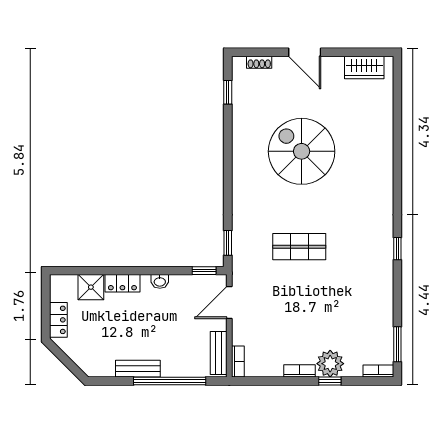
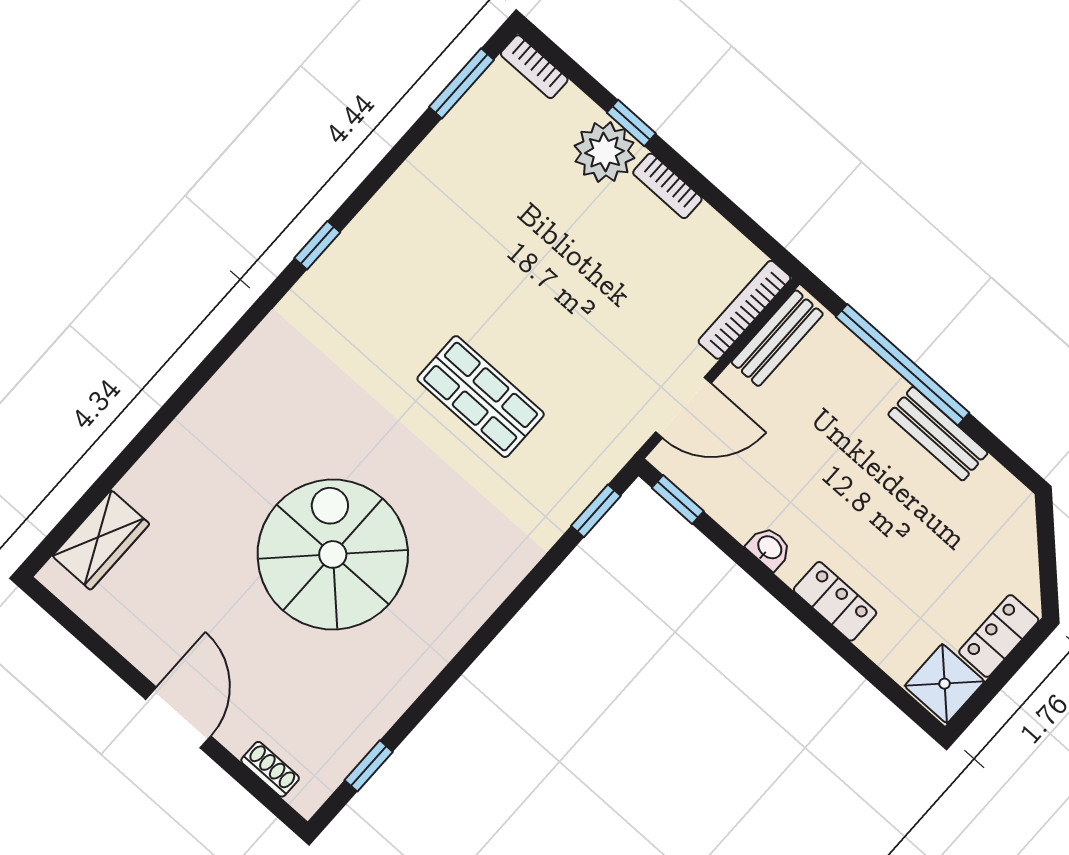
wardrobe: (364, 68) -> (101, 540), moved, turned 90
spiral stairs: (302, 151) -> (333, 554), turned 180
shower: (91, 287) -> (945, 684), moved
bookcase: (238, 362) -> (745, 310), width x1.56

